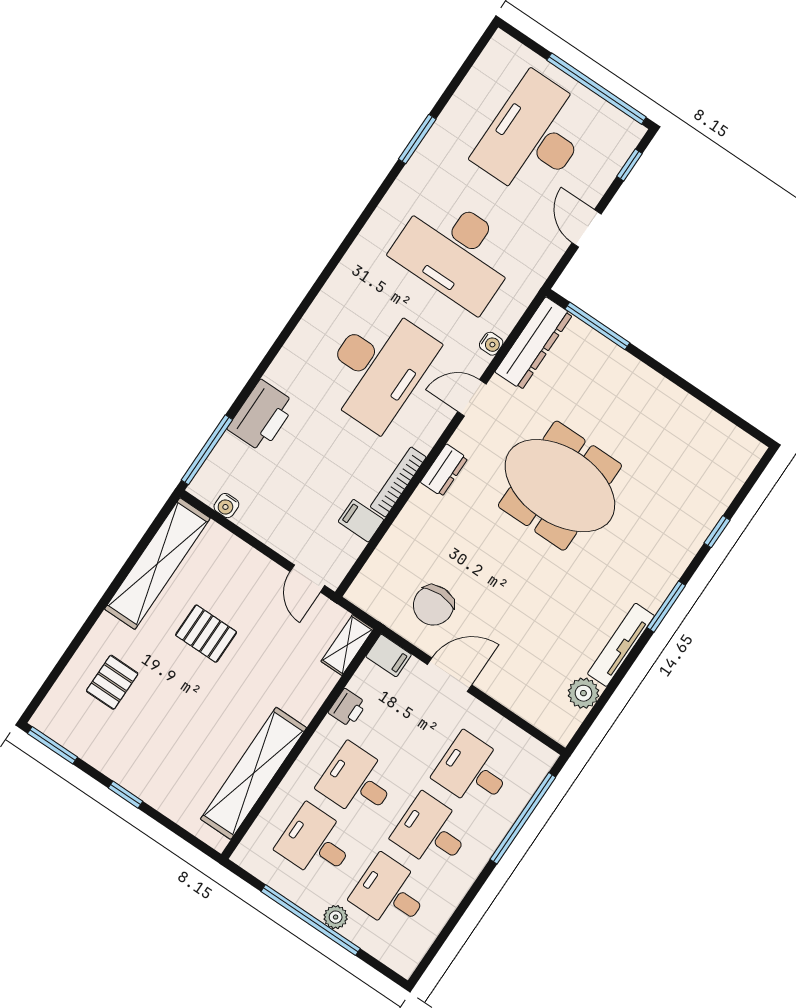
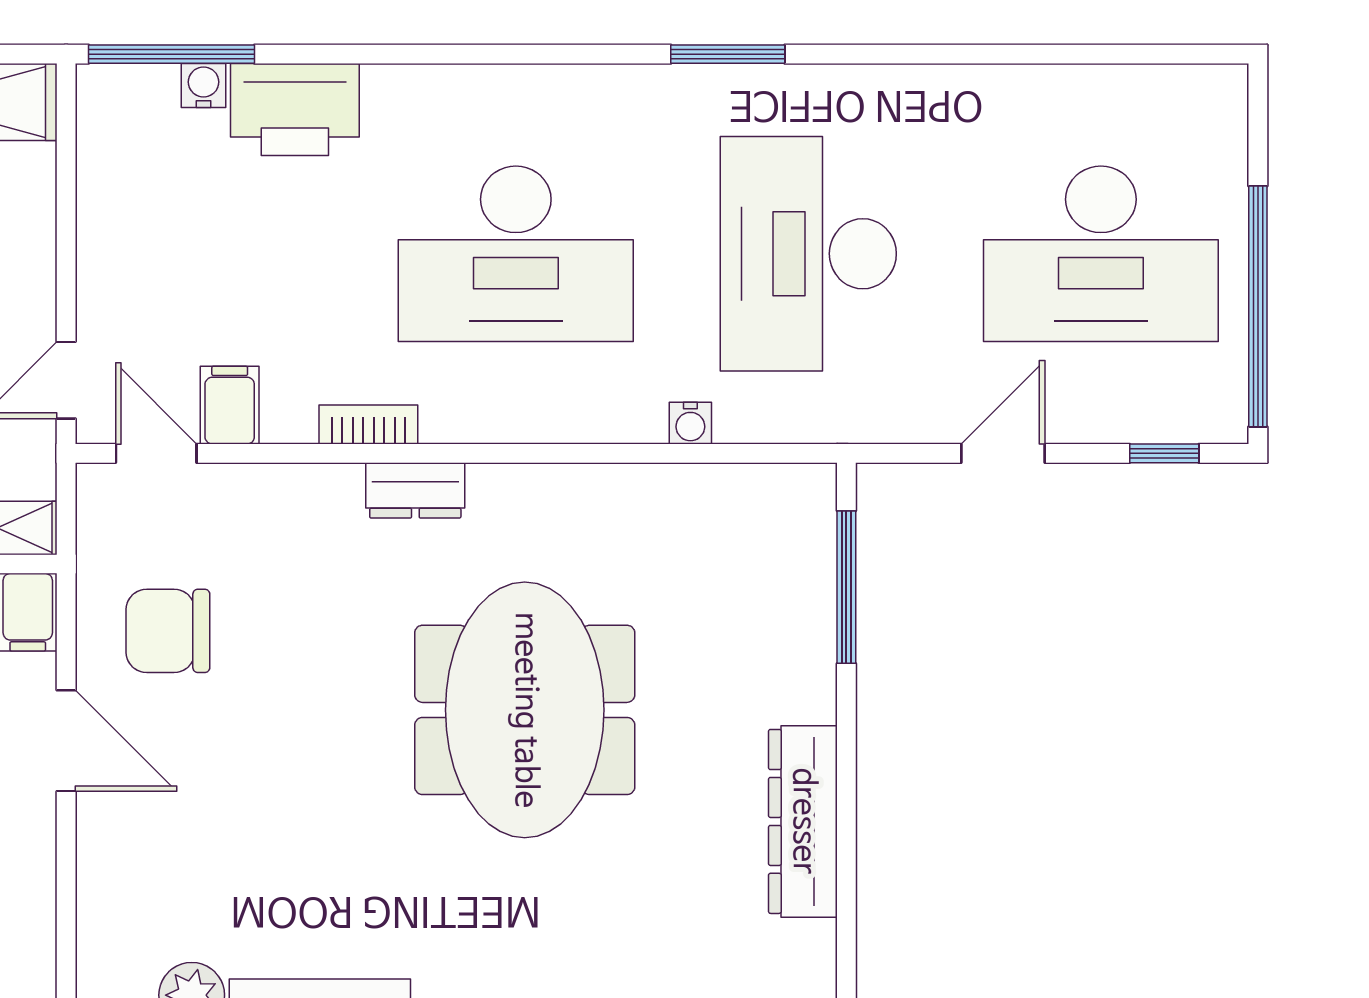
desk: (534, 137) -> (1101, 254), turned 180
window: (417, 139) -> (728, 54), moved
dresser: (534, 343) -> (803, 821), moved, turned 90
door: (472, 398) -> (156, 453), moved
bookcase: (398, 482) -> (368, 425), width x0.64
water cooler: (226, 506) -> (204, 86), moved, turned 90

